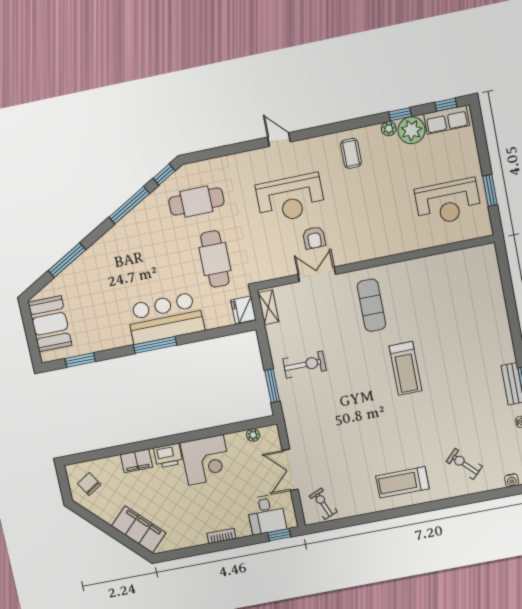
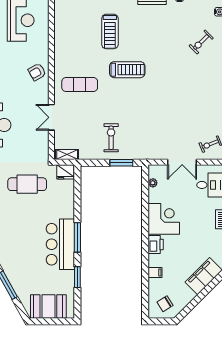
armchair: (314, 238) -> (37, 72), moved, turned 151
bar counter: (165, 318) -> (60, 244), moved
window: (80, 360) -> (77, 277), moved
filing cabinet: (136, 461) -> (155, 272), width x0.50
treadmill: (402, 482) -> (110, 31), moved

